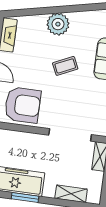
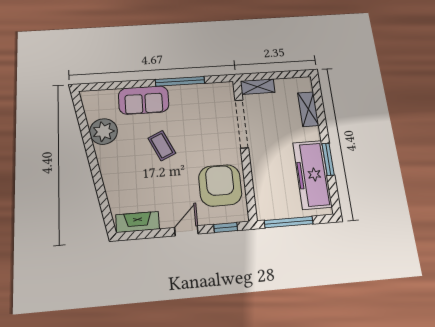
plant: (58, 24) -> (103, 132), moved

